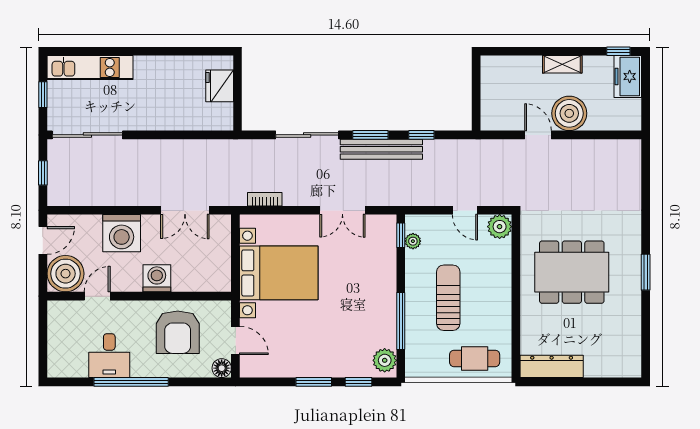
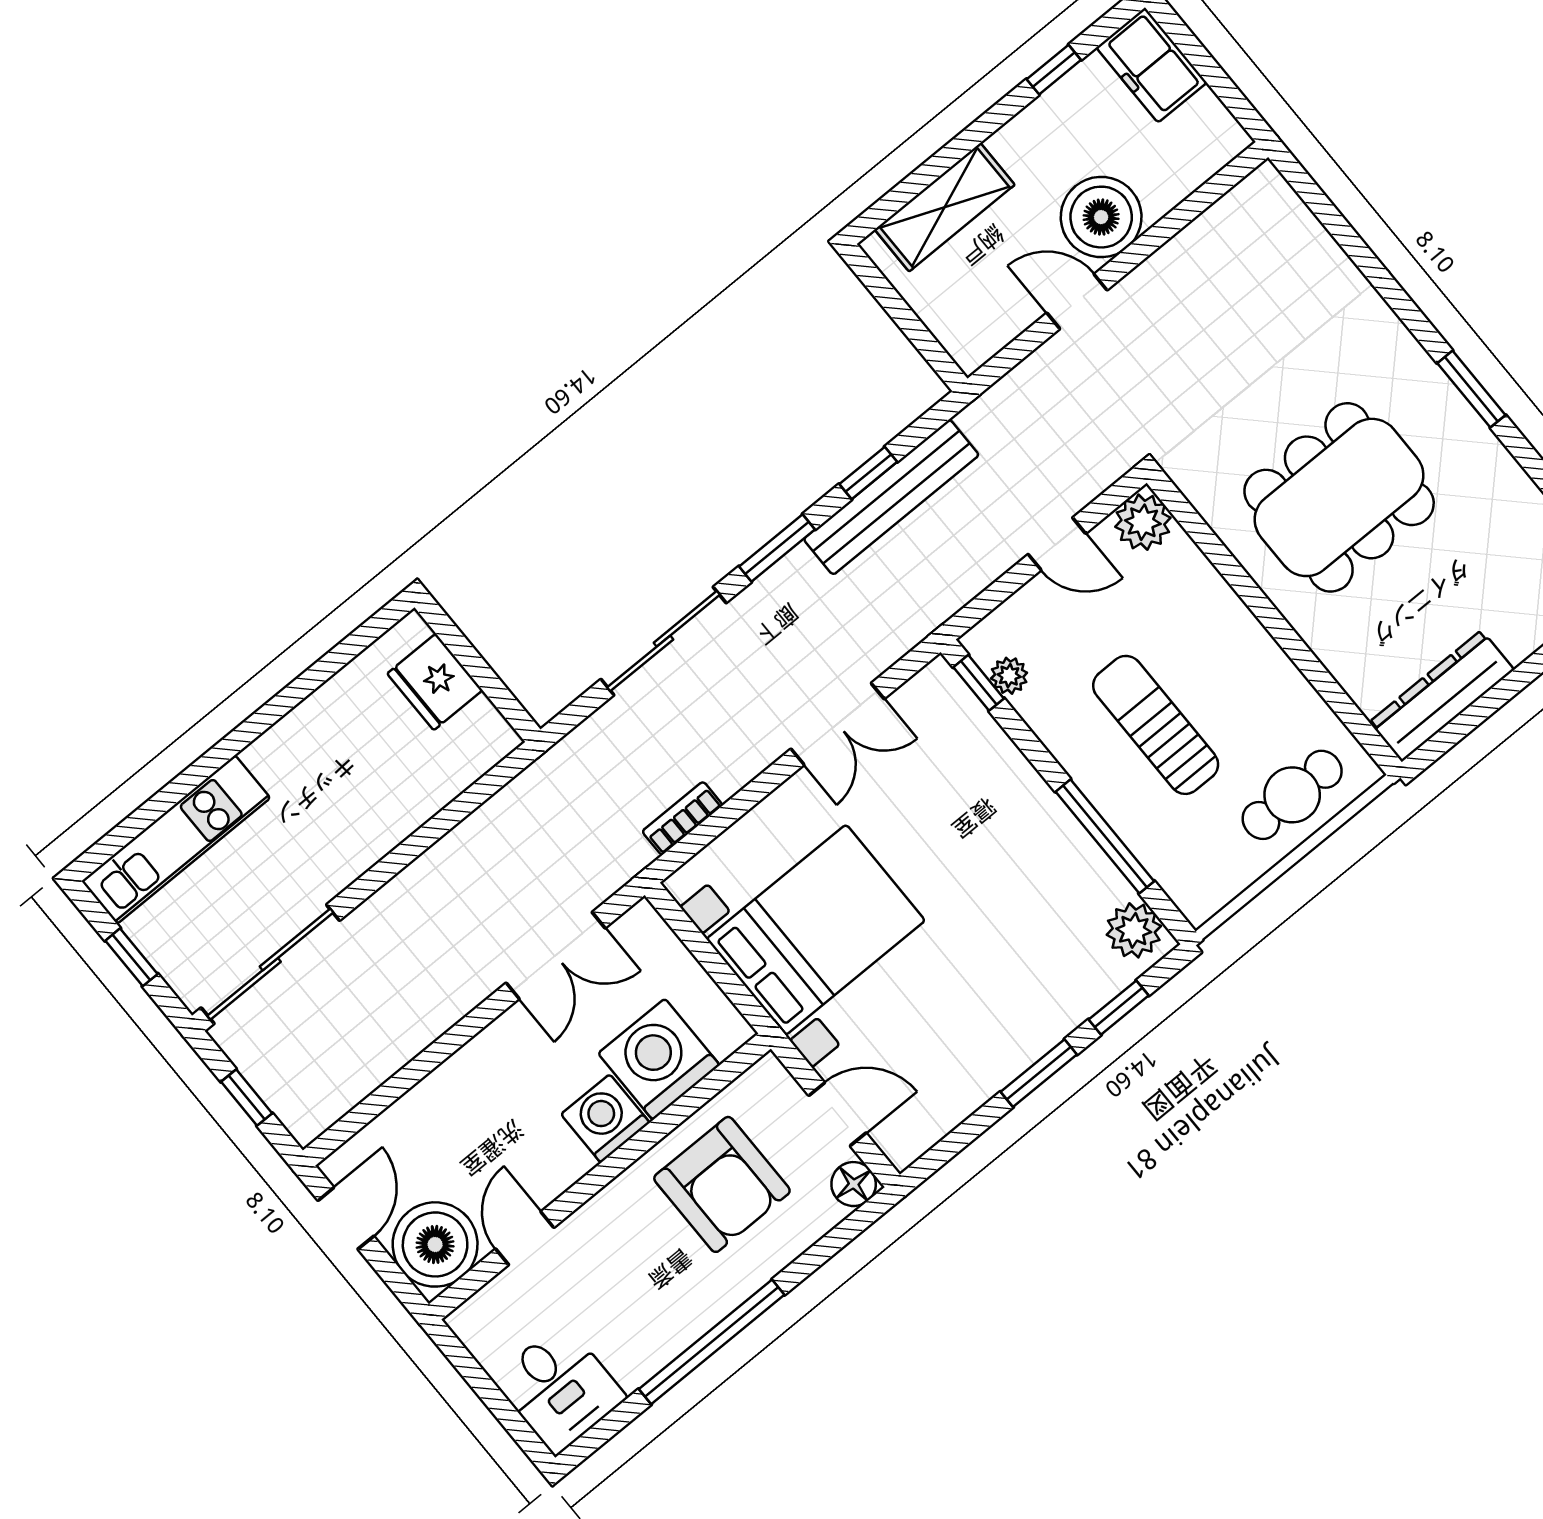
window: (618, 51) -> (1054, 70), moved
shelving: (562, 64) -> (945, 207), moved, width x1.50, depth x1.33
bench: (381, 149) -> (891, 497), moved
washing machine: (122, 233) -> (659, 1059), moved, turned 180
desk: (109, 356) -> (559, 1388), moved

